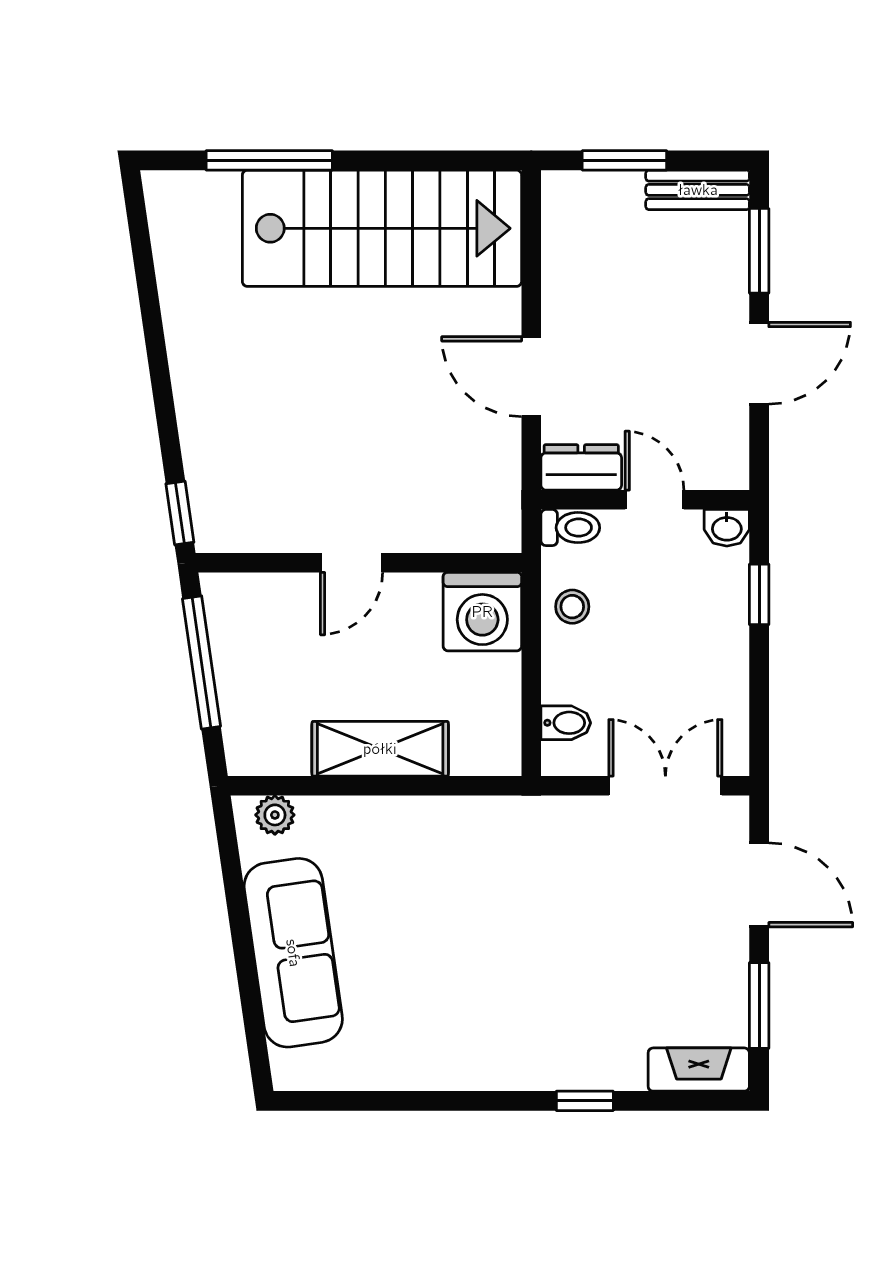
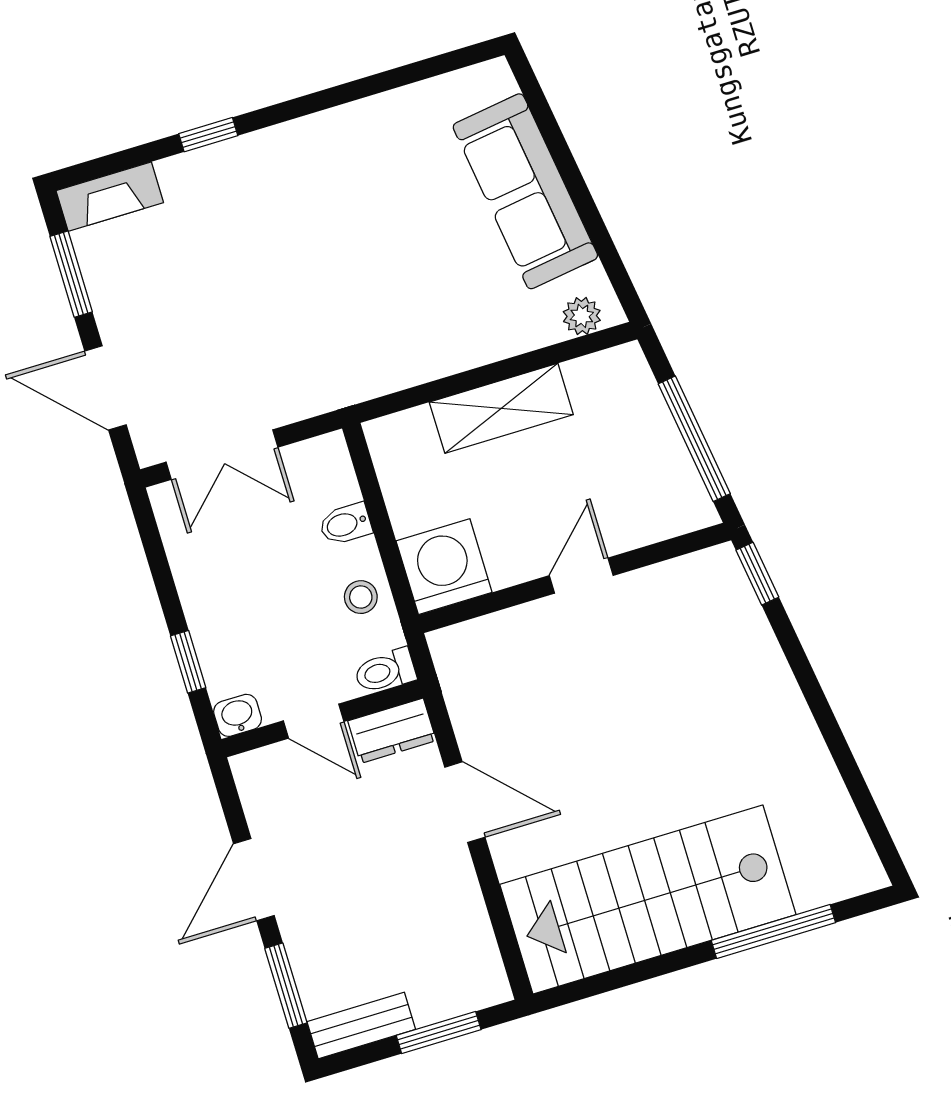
bidet: (566, 723) -> (345, 524), moved

